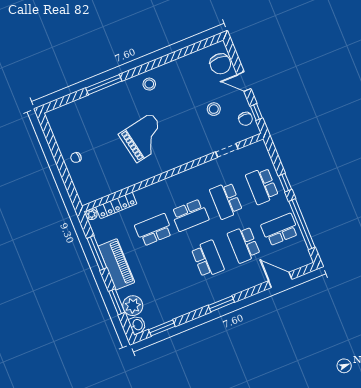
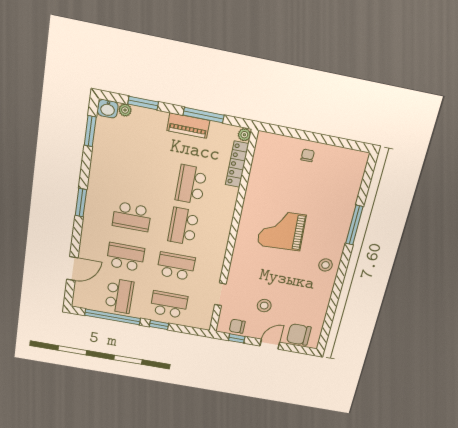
grand piano: (144, 138) -> (281, 230), turned 98
school desk: (154, 230) -> (191, 185), turned 180
piano: (116, 264) -> (188, 126), width x0.73, depth x0.75
plant: (133, 306) -> (125, 110), width x0.53, depth x0.53

